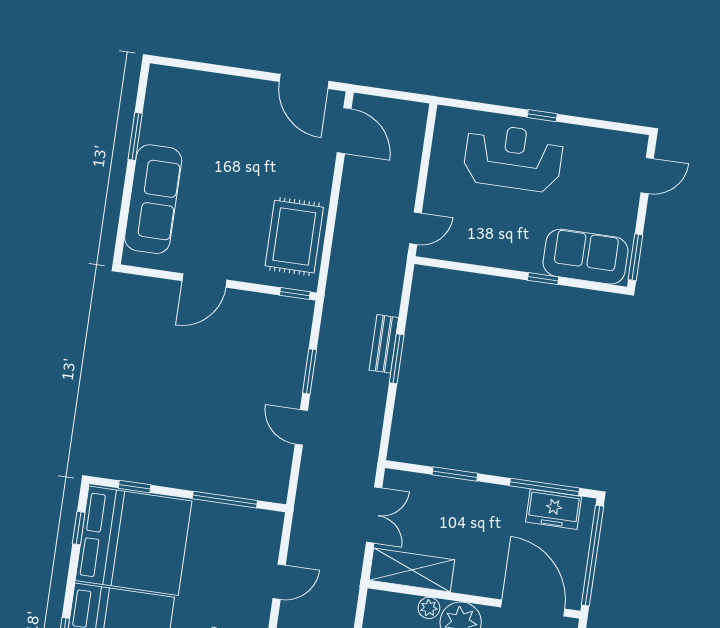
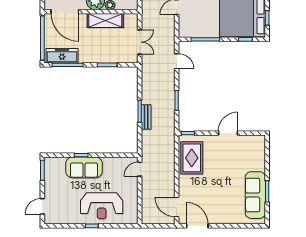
sofa: (153, 199) -> (255, 195), moved
sofa: (585, 257) -> (84, 167), moved
door: (301, 427) -> (177, 61), moved
freezer: (554, 509) -> (62, 56), width x1.40
double door: (374, 515) -> (140, 42), swing flipped
shelving: (412, 570) -> (105, 20), moved

